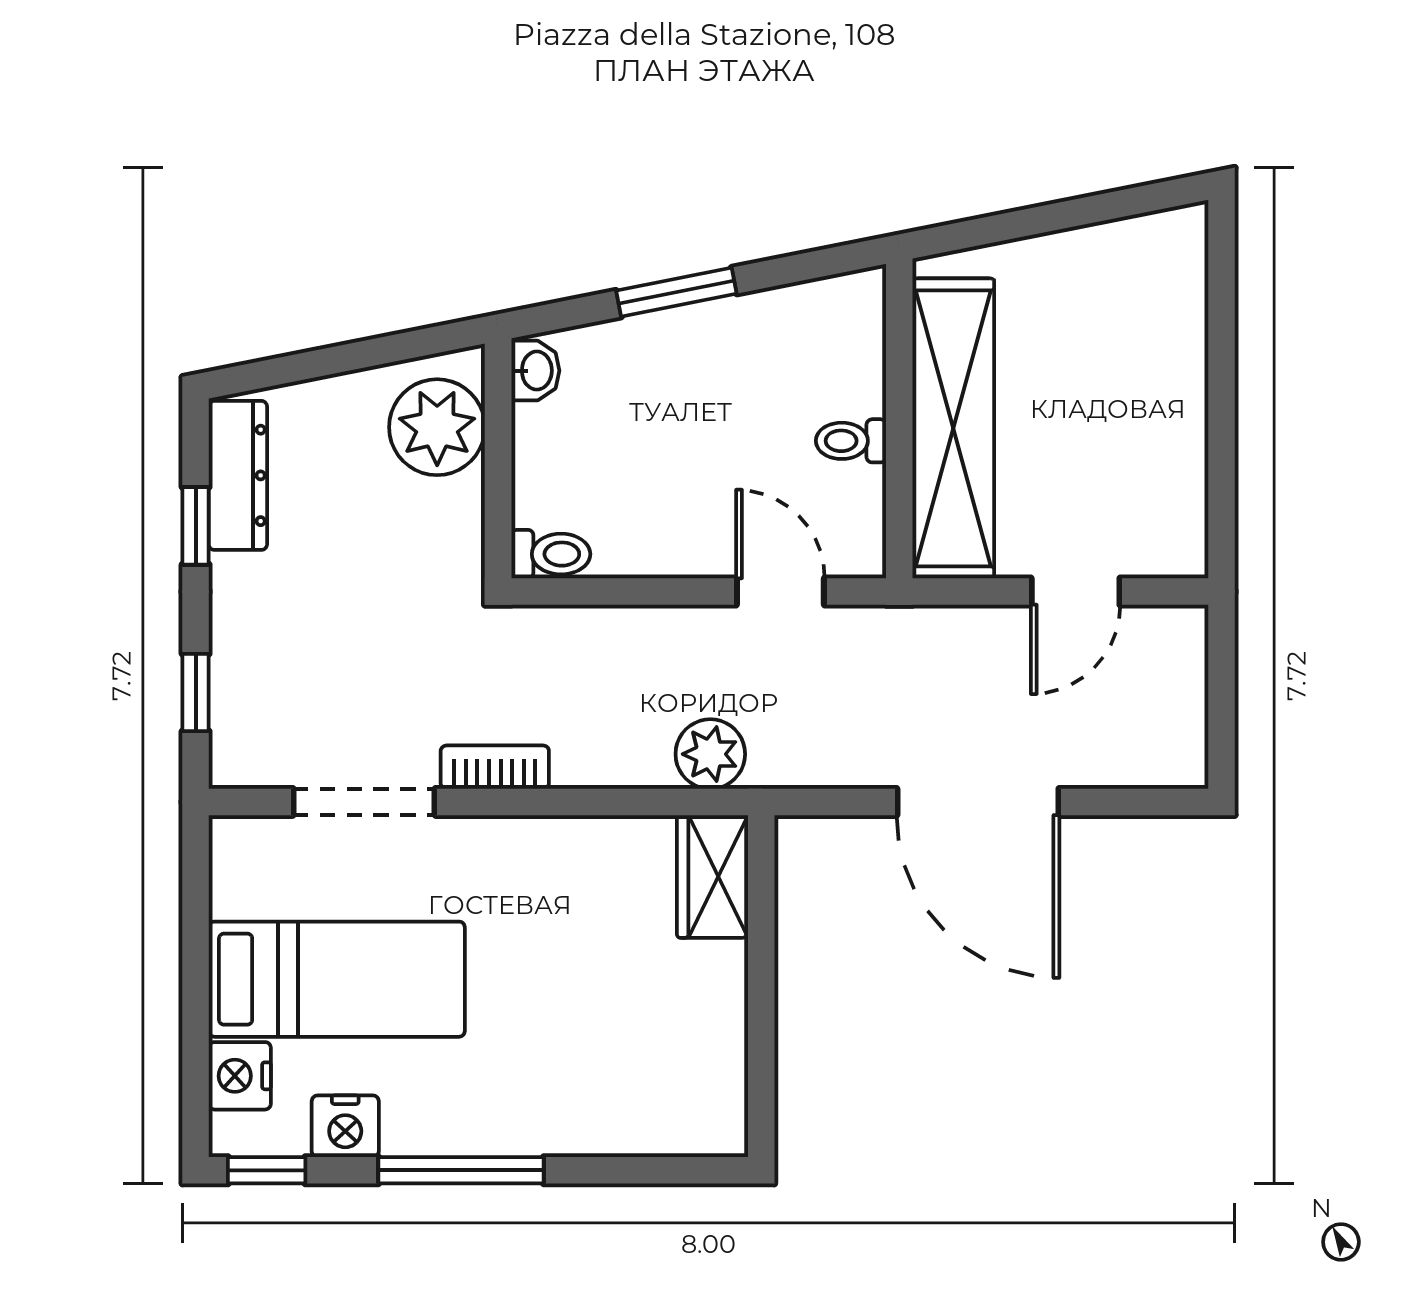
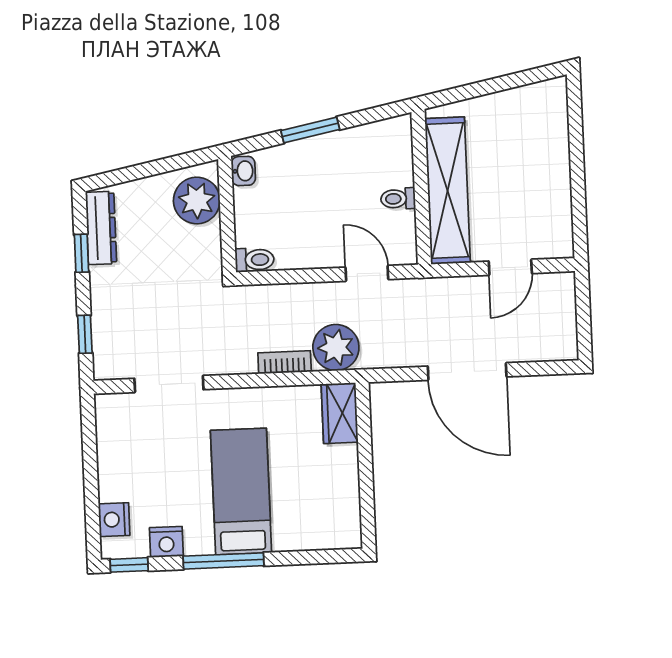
plant: (710, 754) -> (336, 348), width x1.36, depth x1.36
bookcase: (495, 767) -> (285, 362), moved
bed: (337, 979) -> (241, 492), moved, turned -90

